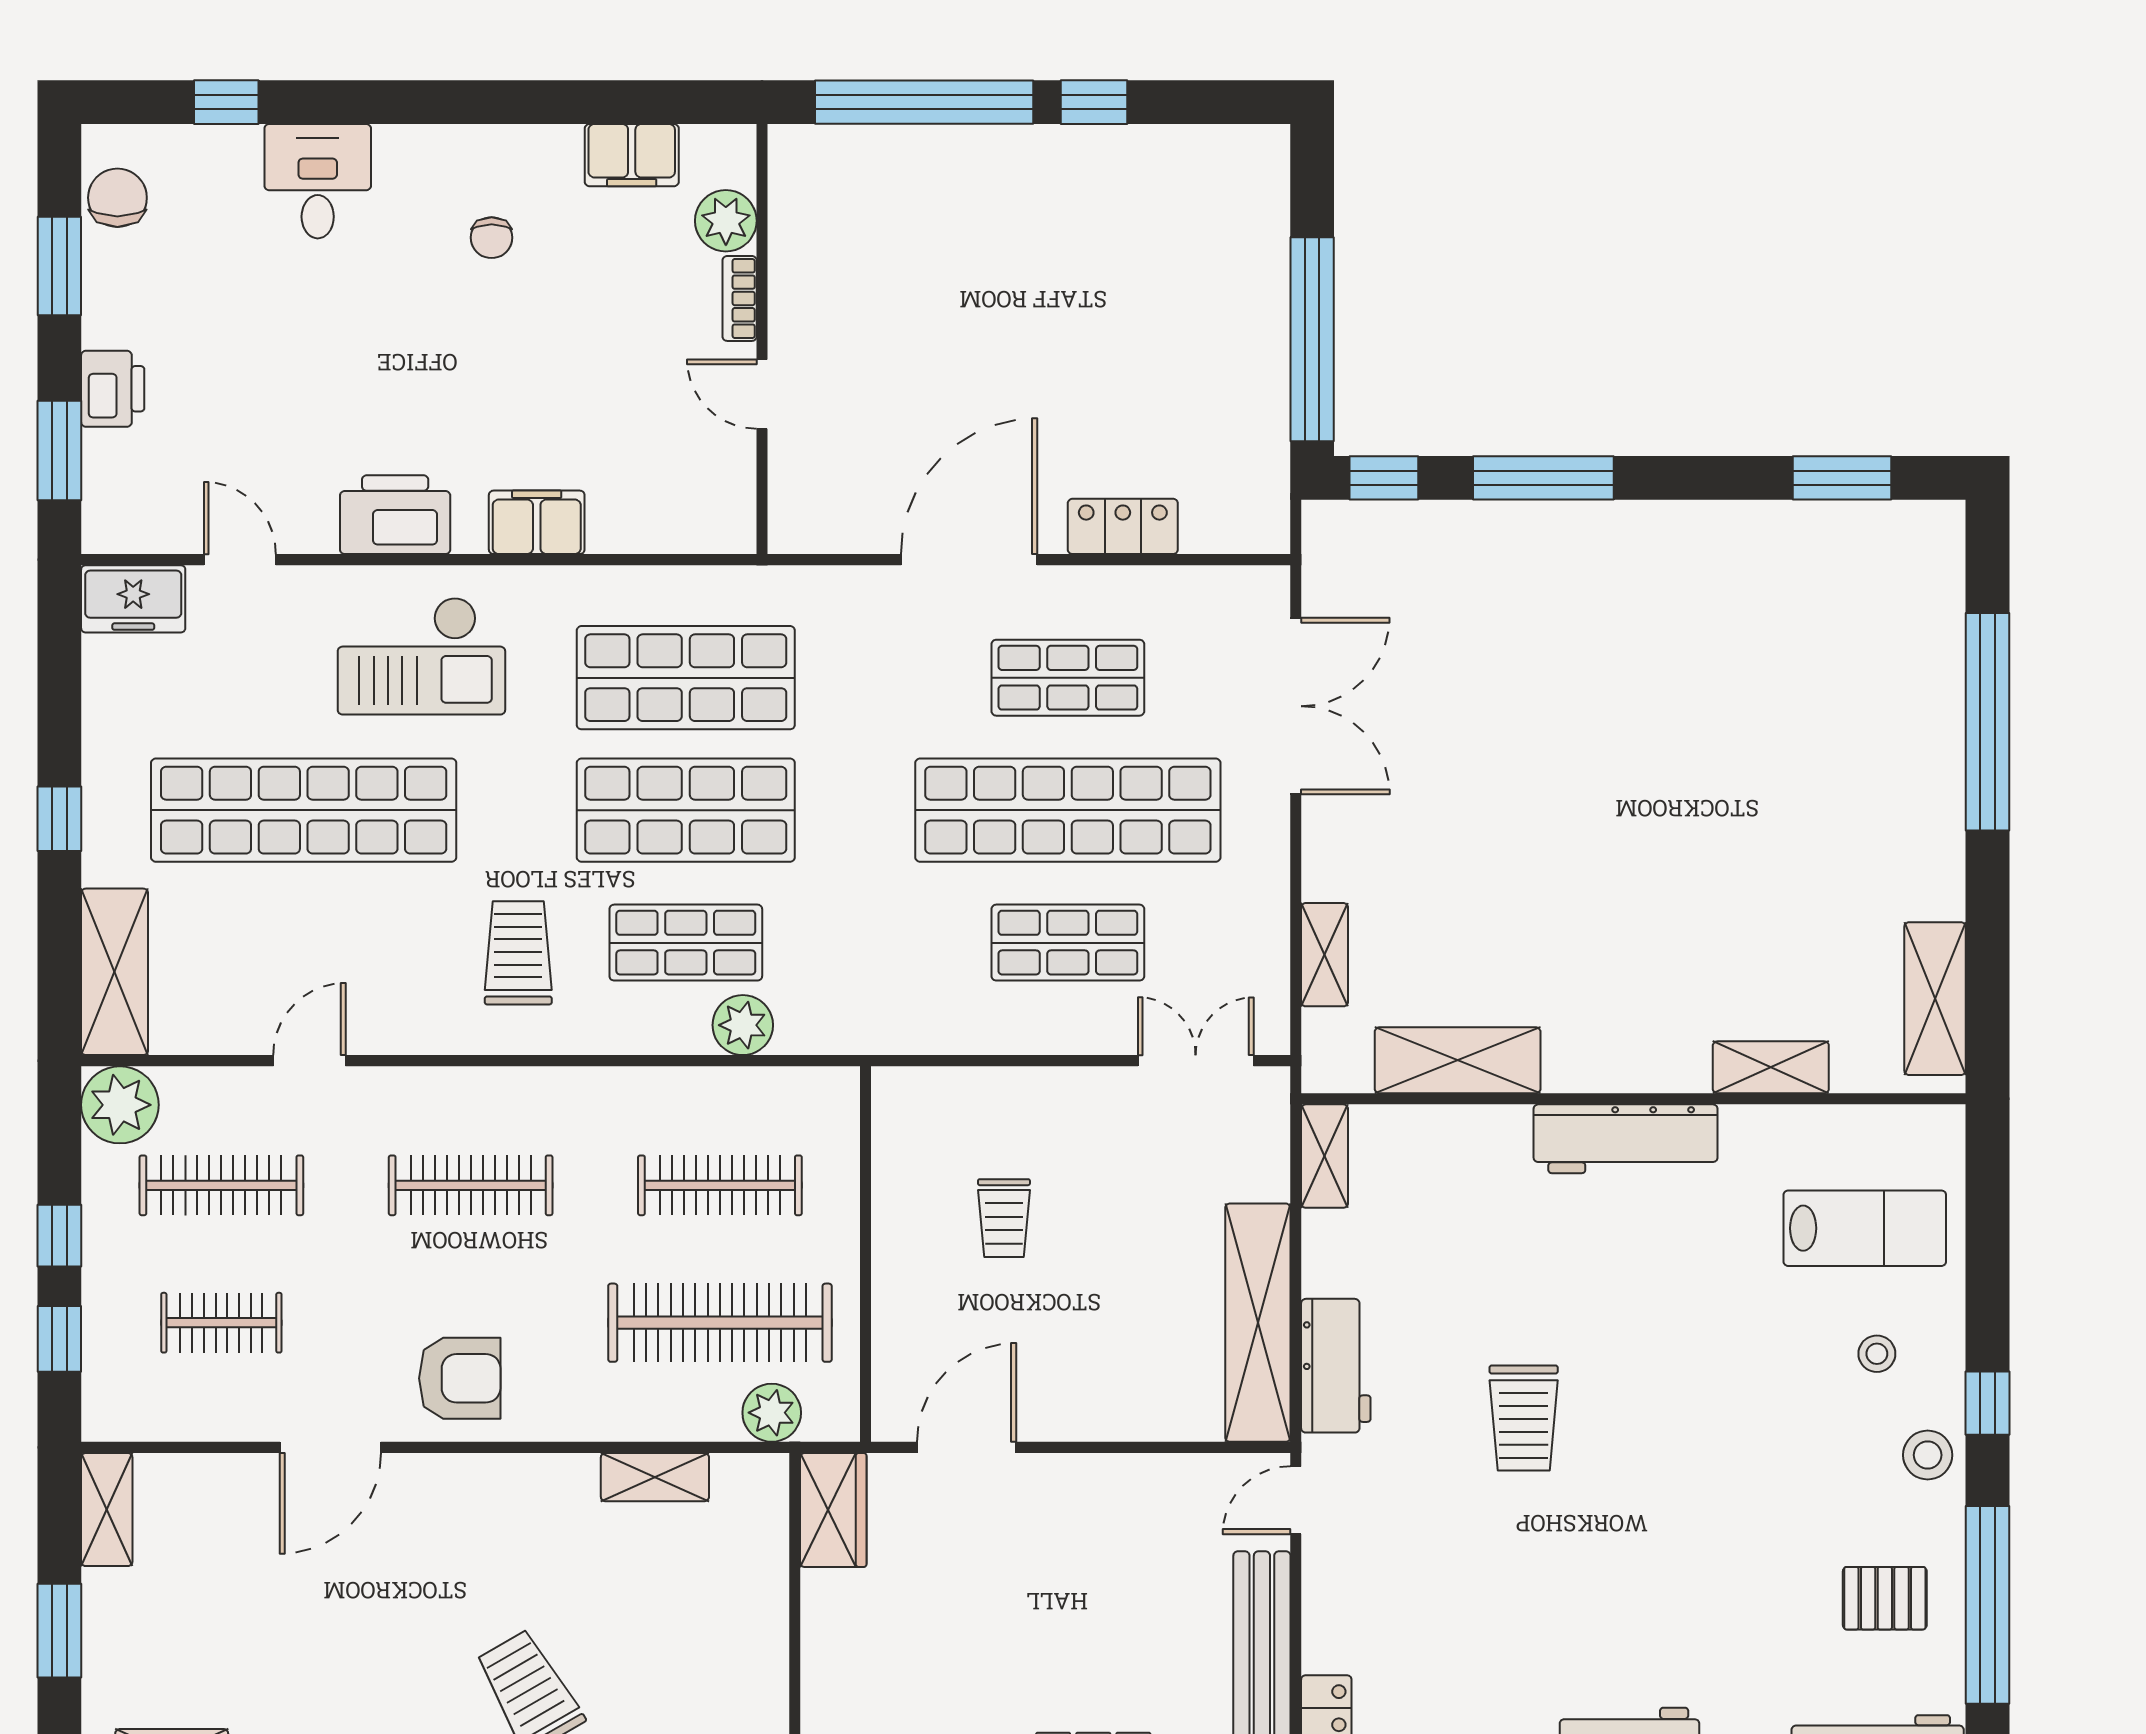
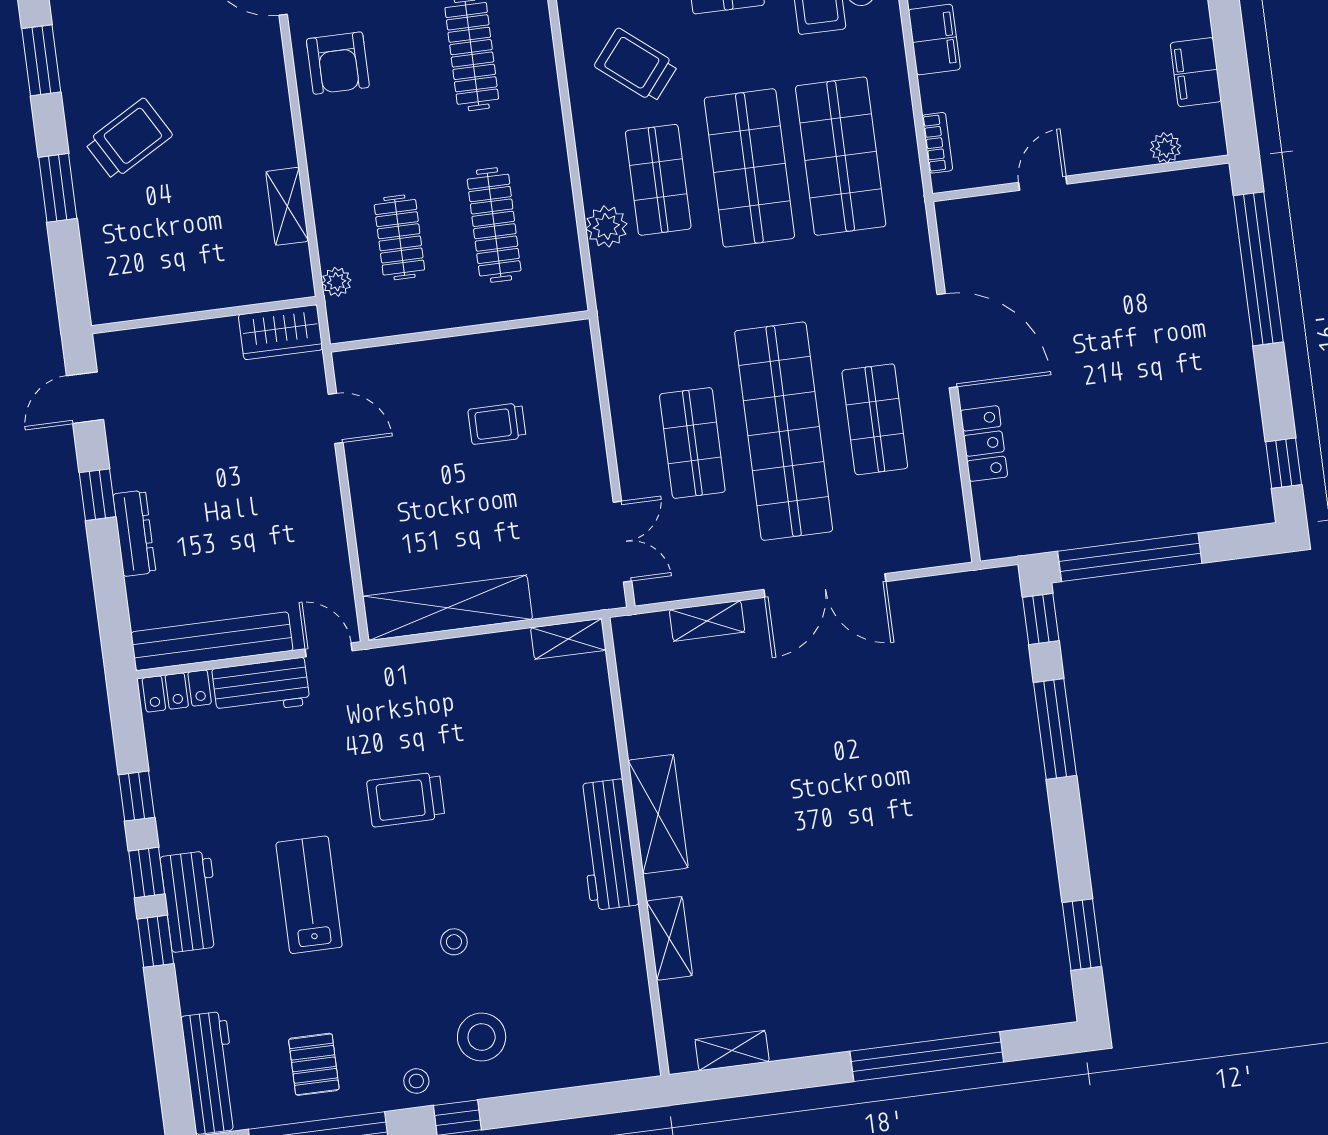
window: (1094, 102) -> (1284, 463), moved
plant: (726, 221) -> (1165, 148), width x0.73, depth x0.73
bookcase: (740, 298) -> (937, 143), moved, turned 90
double door: (1296, 706) -> (825, 585), moved
trolley: (518, 953) -> (636, 65), turned -141
shelving: (1935, 999) -> (732, 1051), width x0.67, depth x0.75
shelving: (1458, 1060) -> (658, 814), moved
lab bench: (1865, 1228) -> (309, 895), moved, turned 180
clothes rail: (720, 1323) -> (399, 237), width x0.54, depth x0.76
stool: (1877, 1354) -> (482, 1037), width x1.89, depth x1.89
workbench: (1336, 1366) -> (261, 687), moved
stool: (1736, 1375) -> (454, 942), added
plant: (772, 1413) -> (337, 282), width x0.73, depth x0.73
door: (967, 1447) -> (336, 418), width x0.73
stool: (1928, 1455) -> (416, 1081), width x0.73, depth x0.73

